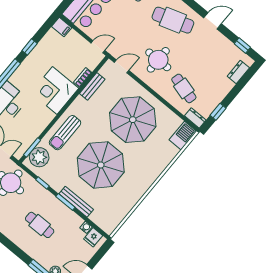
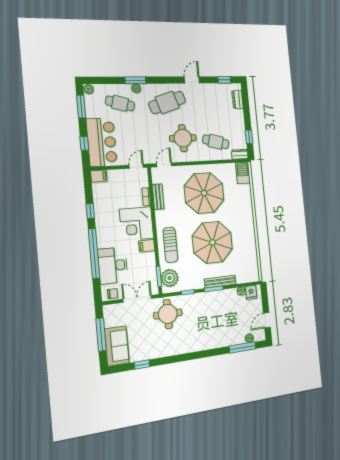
filing cabinet: (46, 115) -> (147, 246), added
cafe table: (40, 225) -> (212, 321), removed

